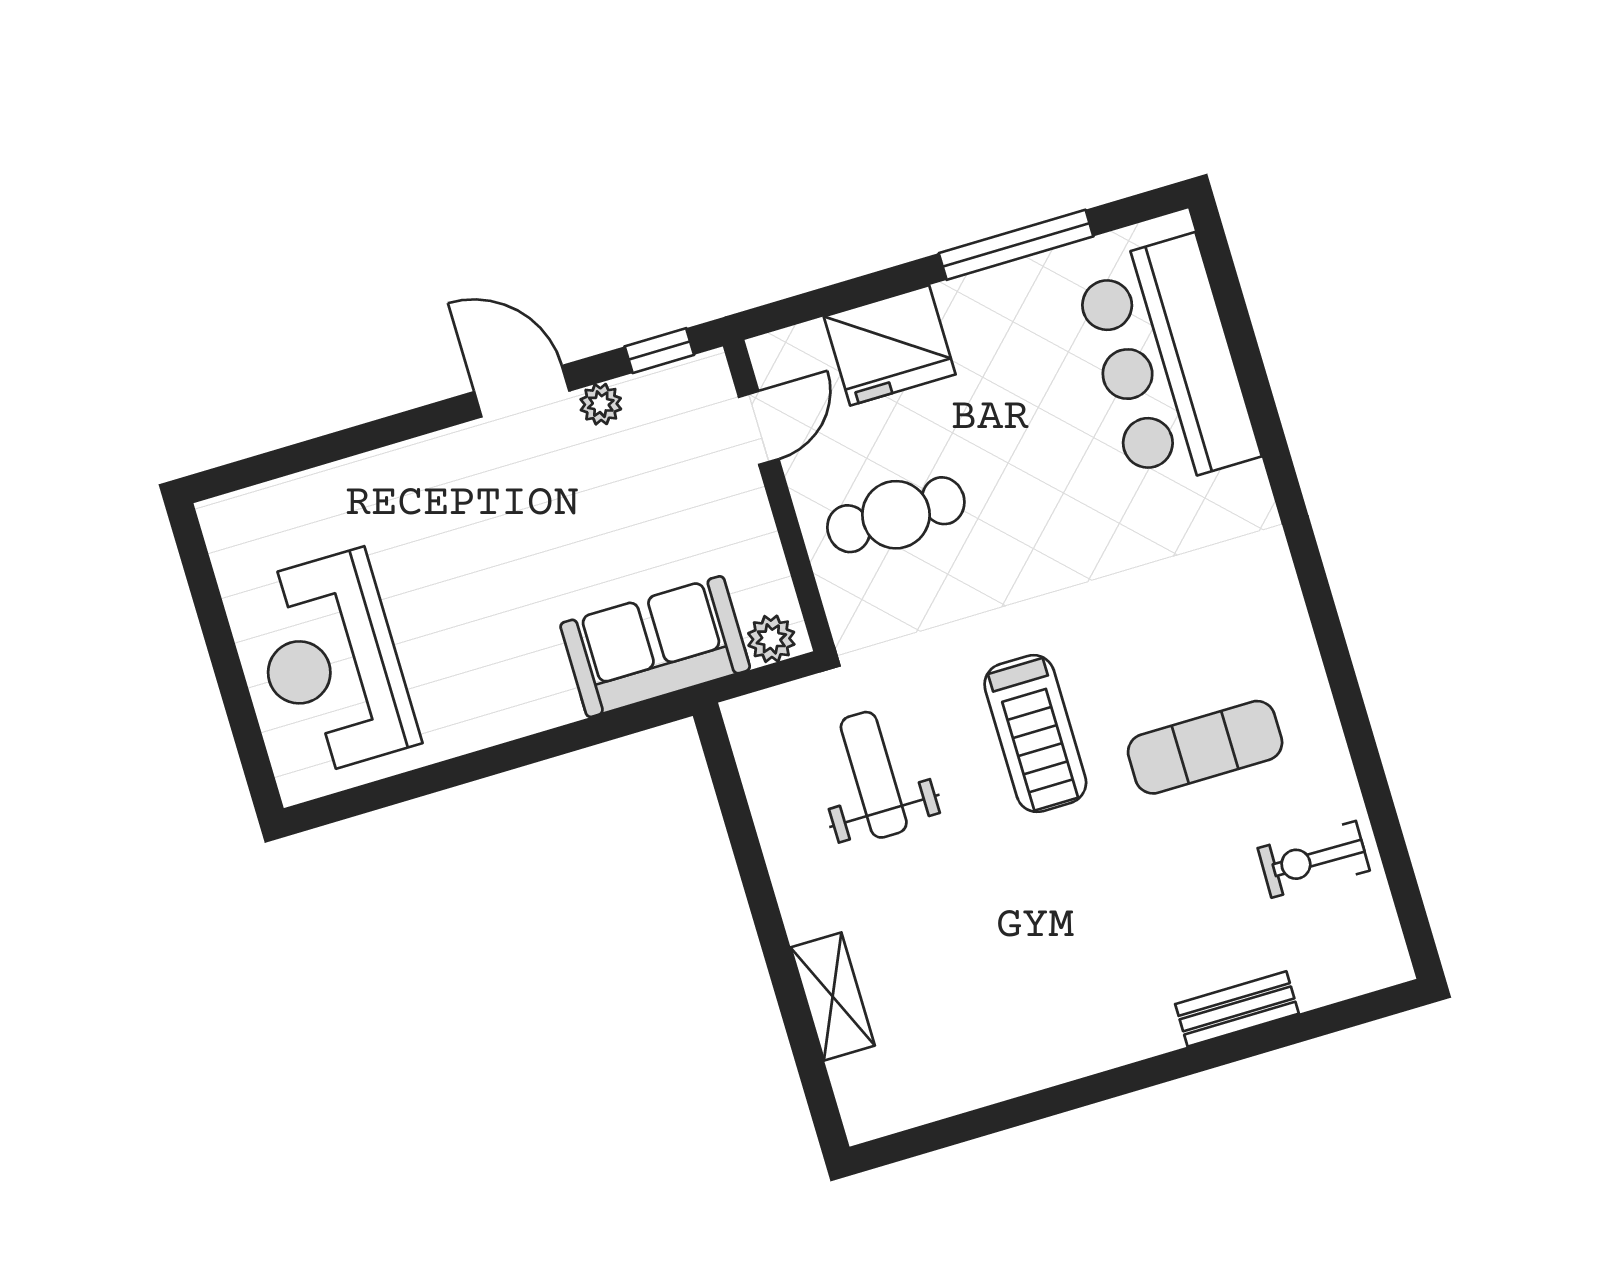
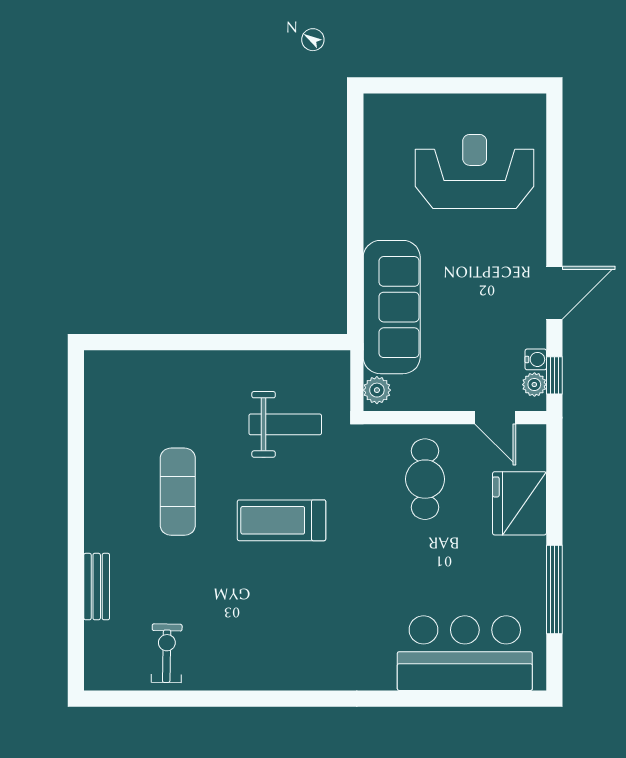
water cooler: (642, 389) -> (536, 359), added
plant: (601, 404) -> (534, 385), moved
sofa: (655, 647) -> (392, 307), width x1.36
reception desk: (331, 663) -> (475, 171), moved
exercise mat: (1205, 747) -> (178, 492), moved
shelving: (833, 996) -> (170, 366), removed

